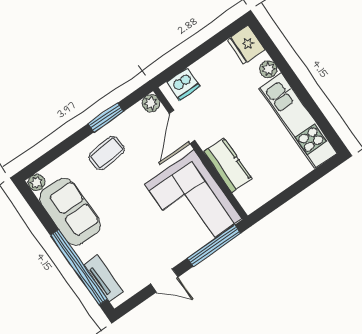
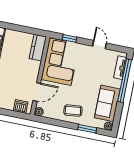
window: (106, 117) -> (87, 129), moved
kitchen counter: (228, 165) -> (38, 48), moved
window: (214, 246) -> (69, 38), width x0.46

